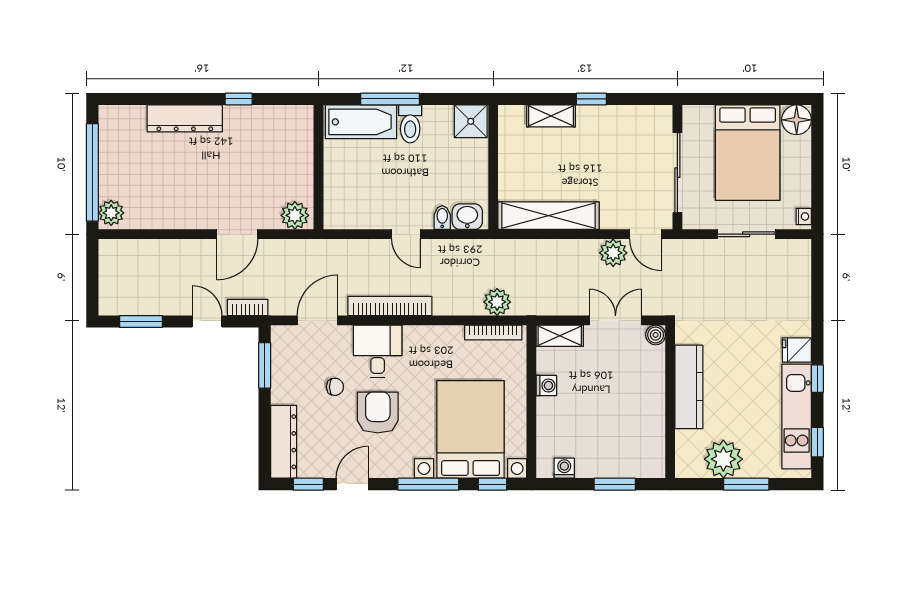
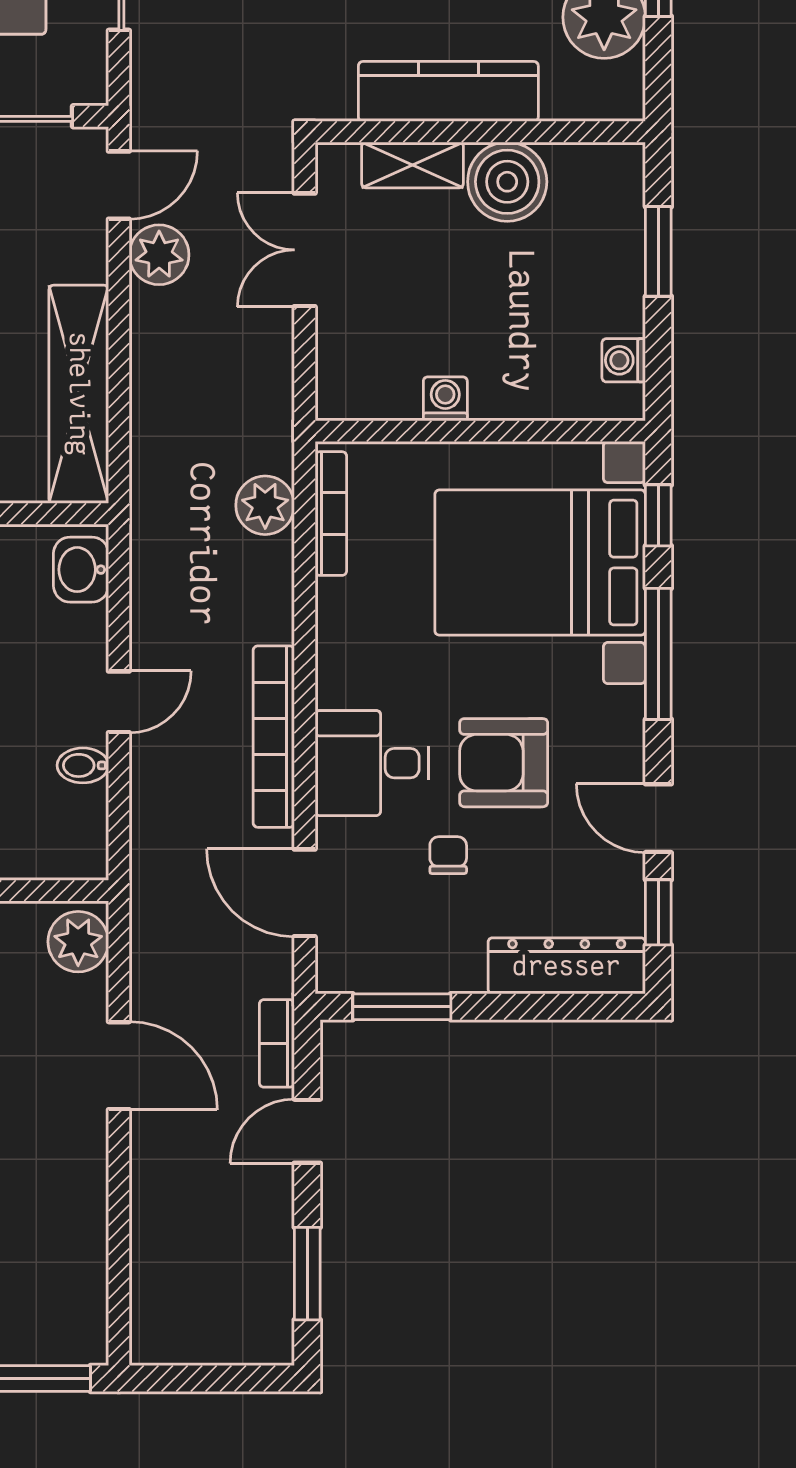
plant: (111, 213) -> (73, 1338), removed
bidet: (442, 217) -> (83, 765), moved
boiler: (656, 335) -> (507, 182), moved, width x1.86, depth x1.86
shelving: (560, 336) -> (413, 165), moved, turned 90

